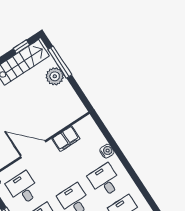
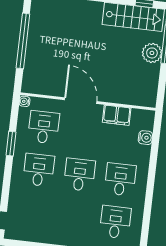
water cooler: (107, 151) -> (145, 138), moved

